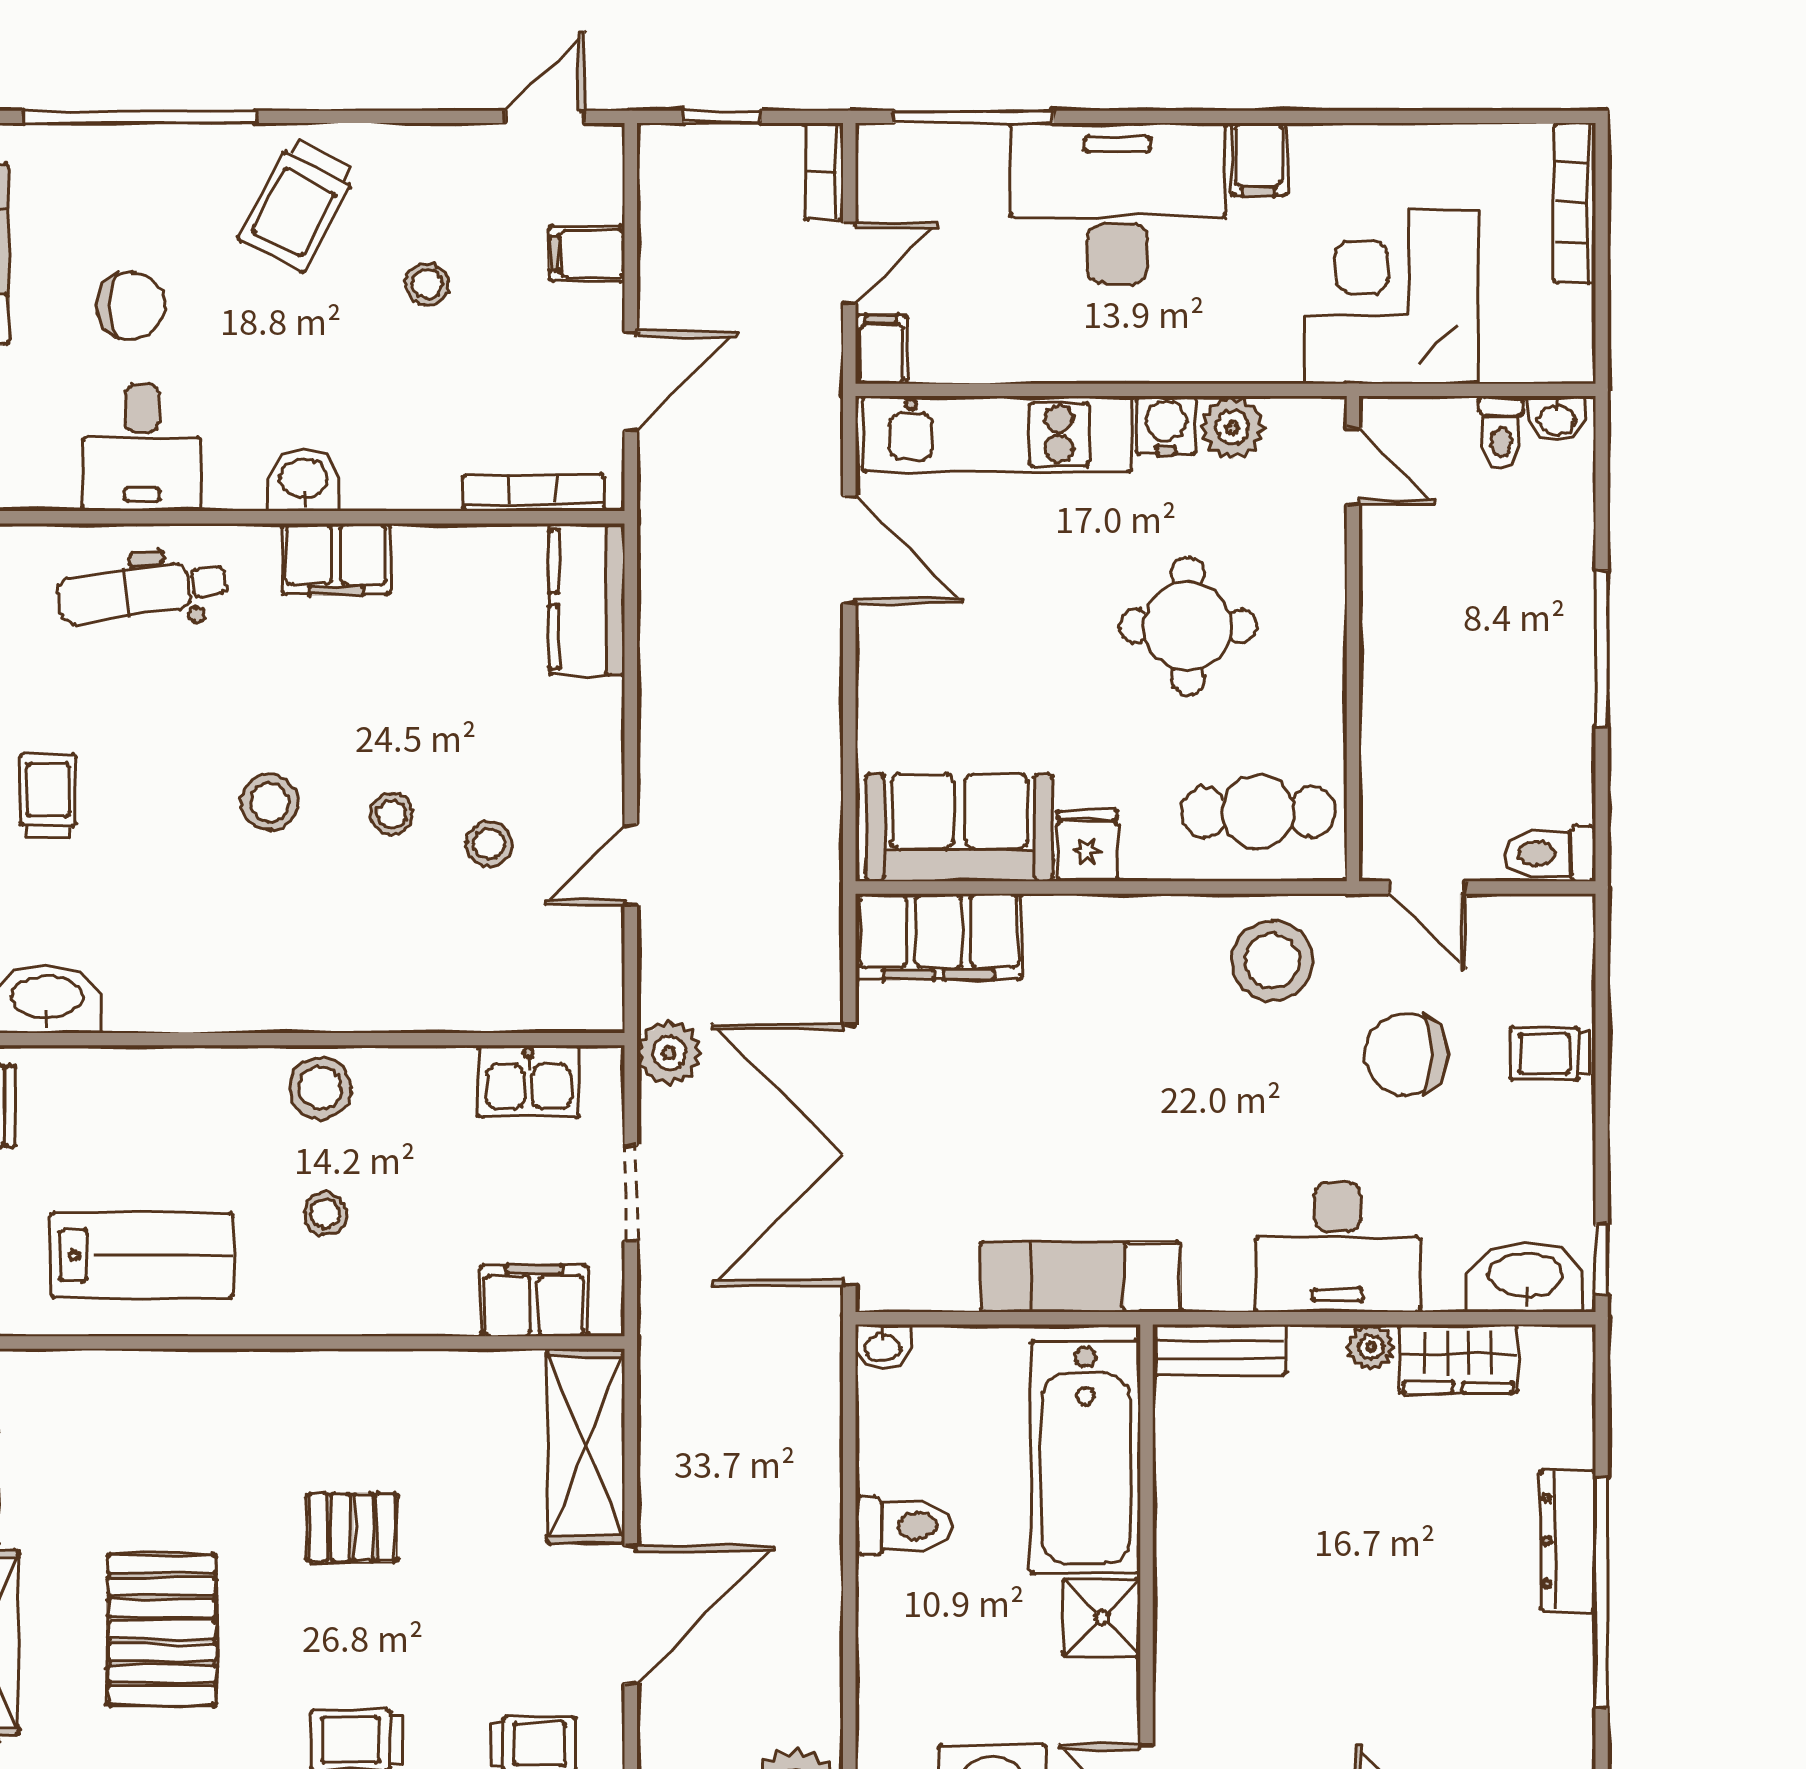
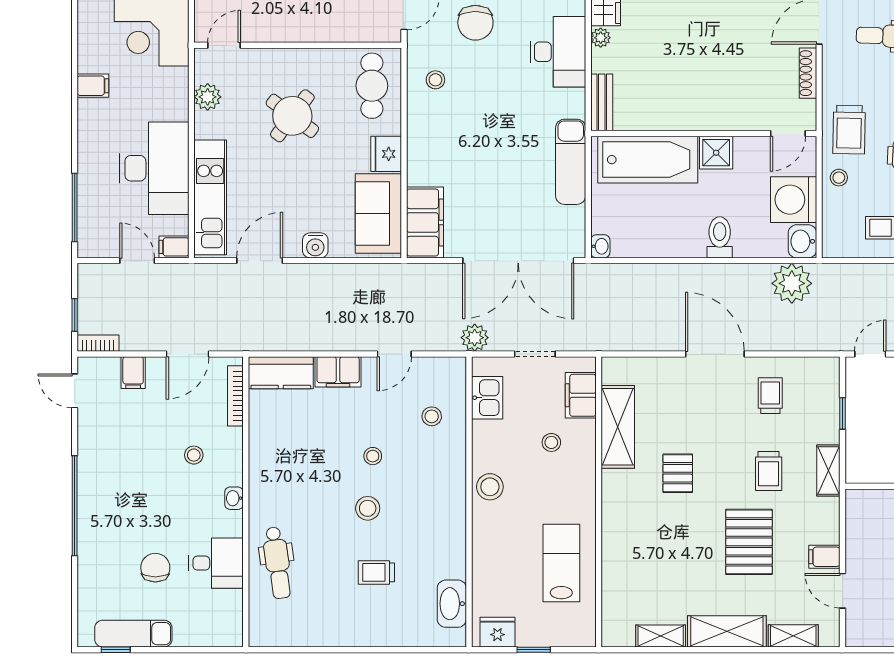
window: (140, 117) -> (75, 506), moved
bookcase: (824, 171) -> (98, 343), moved, turned 180
desk: (1118, 204) -> (154, 168), moved, turned 180
trolley: (298, 205) -> (112, 496), removed
stool: (427, 284) -> (194, 455), moved
door: (631, 381) -> (188, 354), swing flipped
water cooler: (1166, 426) -> (315, 245), moved, turned -90
washbasin: (304, 480) -> (234, 498), width x0.72, depth x0.69
filing cabinet: (336, 559) -> (338, 372), moved, turned 90
round table: (1188, 626) -> (292, 116), turned 37
trolley: (48, 796) -> (376, 572), moved
stool: (489, 844) -> (432, 416), moved
fridge: (1087, 846) -> (386, 154), width x1.38
door: (631, 864) -> (394, 354), hinge flipped
stool: (1272, 961) -> (435, 80), width x0.53, depth x0.53
stool: (325, 1214) -> (551, 442), moved
shelving: (586, 1446) -> (618, 427), moved, turned 90
toilet: (904, 1526) -> (720, 237), moved
pallet: (162, 1630) -> (749, 542), moved, turned 90

